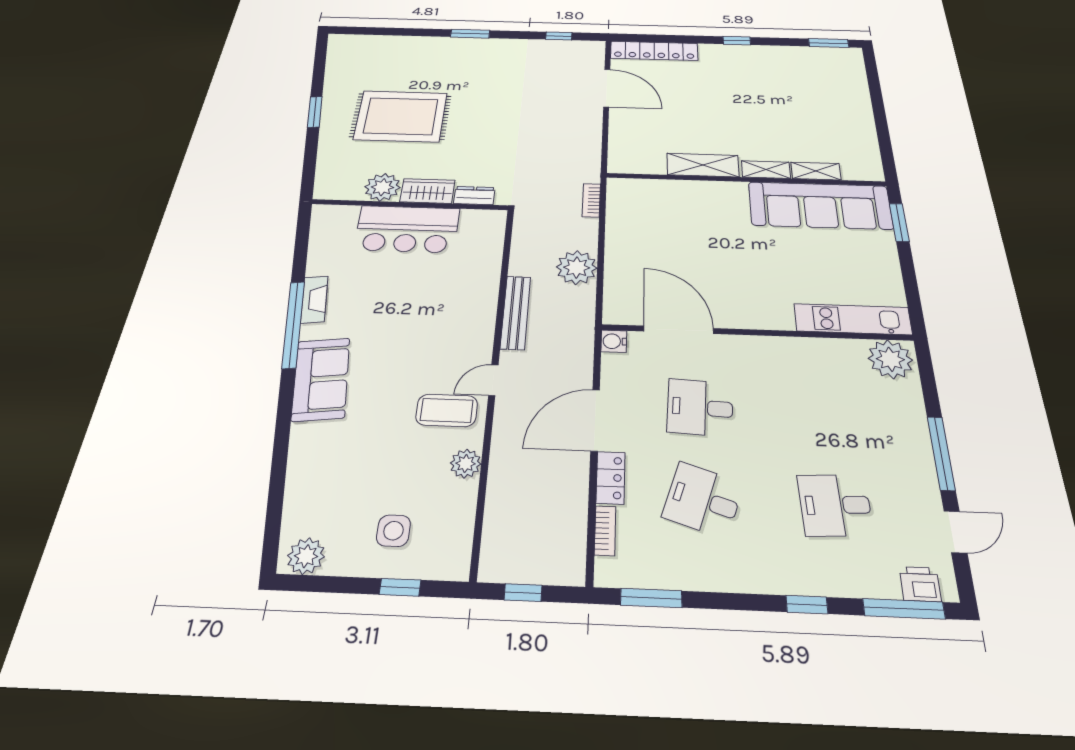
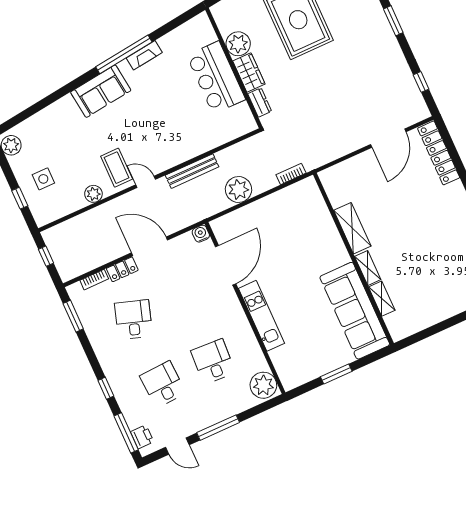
window: (899, 222) -> (336, 374), moved
kitchen unit: (853, 319) -> (261, 316), moved
desk: (700, 407) -> (213, 362), moved

